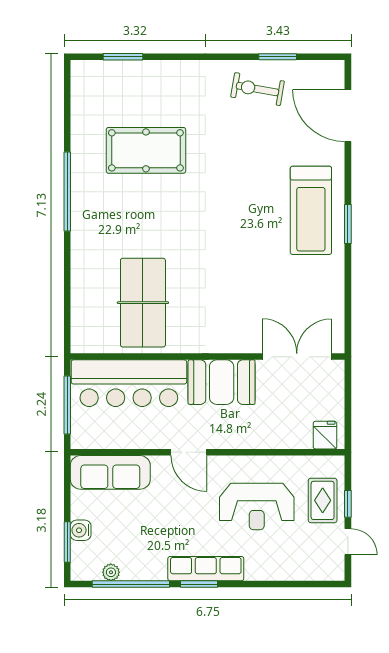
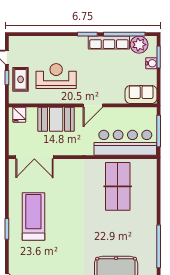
treadmill: (311, 210) -> (33, 216), moved
booth: (222, 382) -> (56, 119), moved
door: (189, 452) -> (93, 105), swing flipped
sofa: (110, 472) -> (141, 95), width x0.73
row of seats: (206, 569) -> (109, 43), moved
plant: (111, 572) -> (139, 45), width x1.88, depth x1.88

